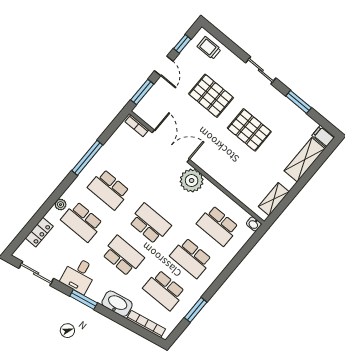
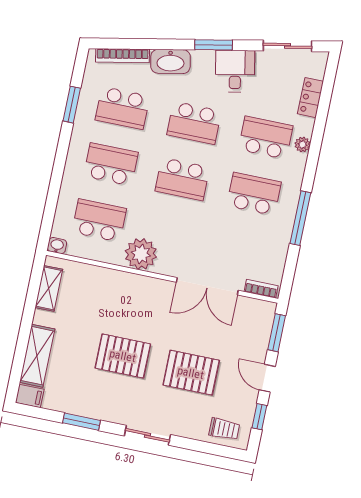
plant: (192, 181) -> (141, 254), moved
school desk: (164, 290) -> (122, 108), turned 180

